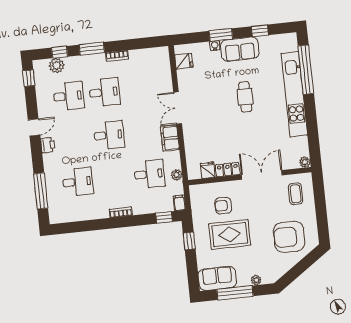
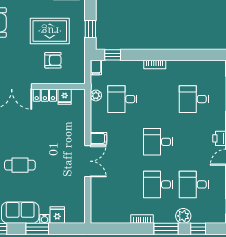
fridge: (184, 61) -> (57, 215), moved, turned 90
plant: (57, 65) -> (183, 216), moved
cafe table: (245, 97) -> (20, 165), turned 90
filing cabinet: (170, 138) -> (98, 138), width x0.50

